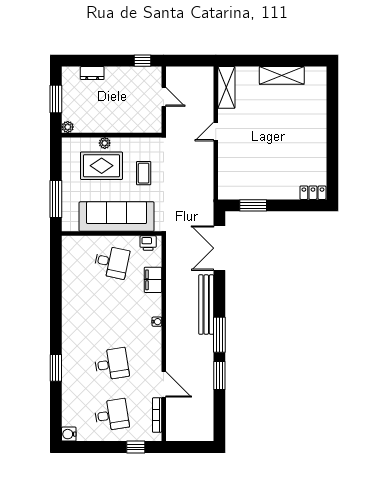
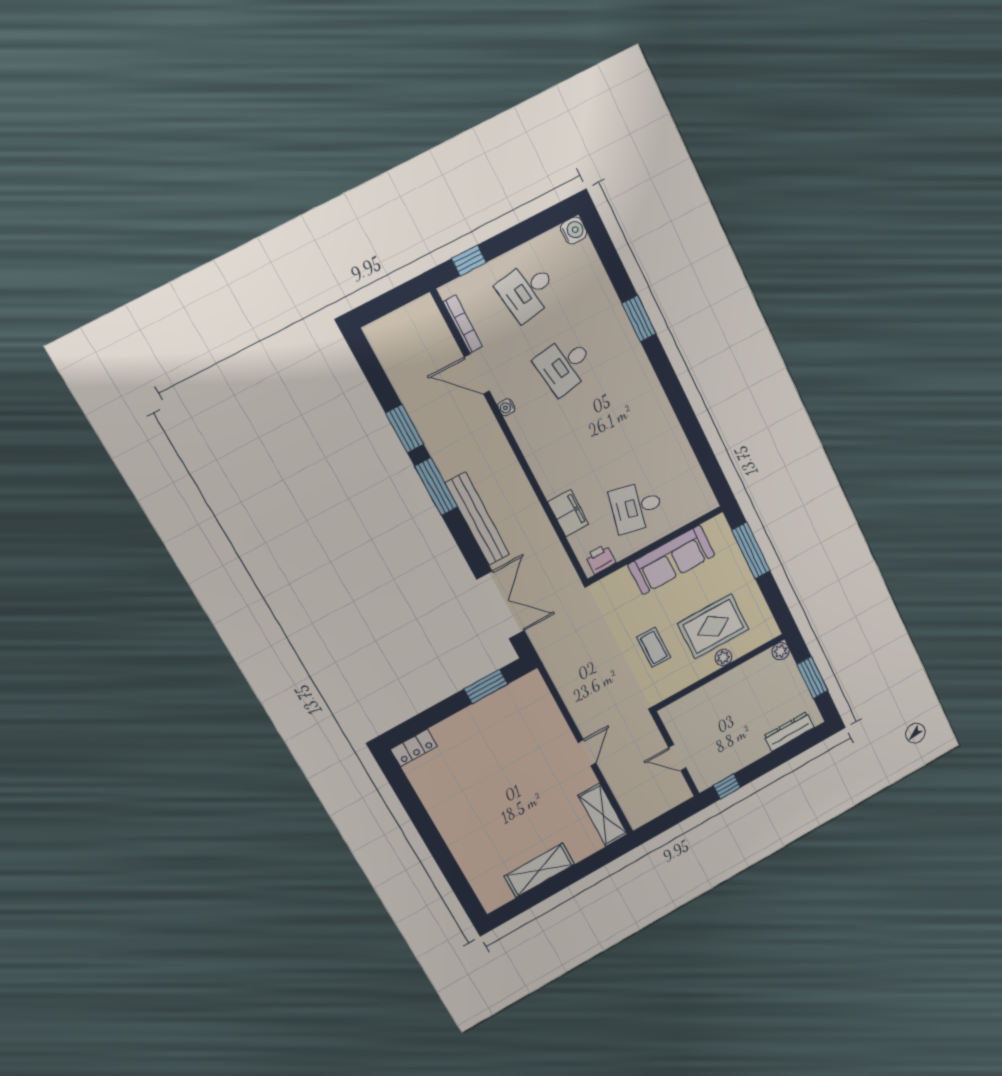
dresser: (92, 73) -> (789, 732), width x1.44
sofa: (117, 217) -> (671, 560), width x0.74, depth x0.79
water cooler: (157, 322) -> (506, 407), moved

